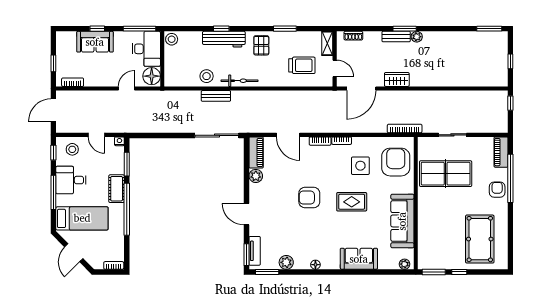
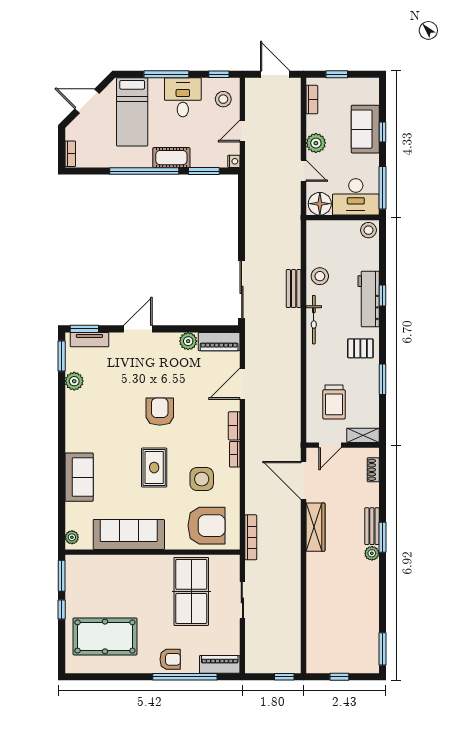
plant: (106, 79) -> (316, 143), added
wardrobe: (397, 79) -> (315, 527), width x1.50
floor lamp: (315, 265) -> (71, 420), removed

